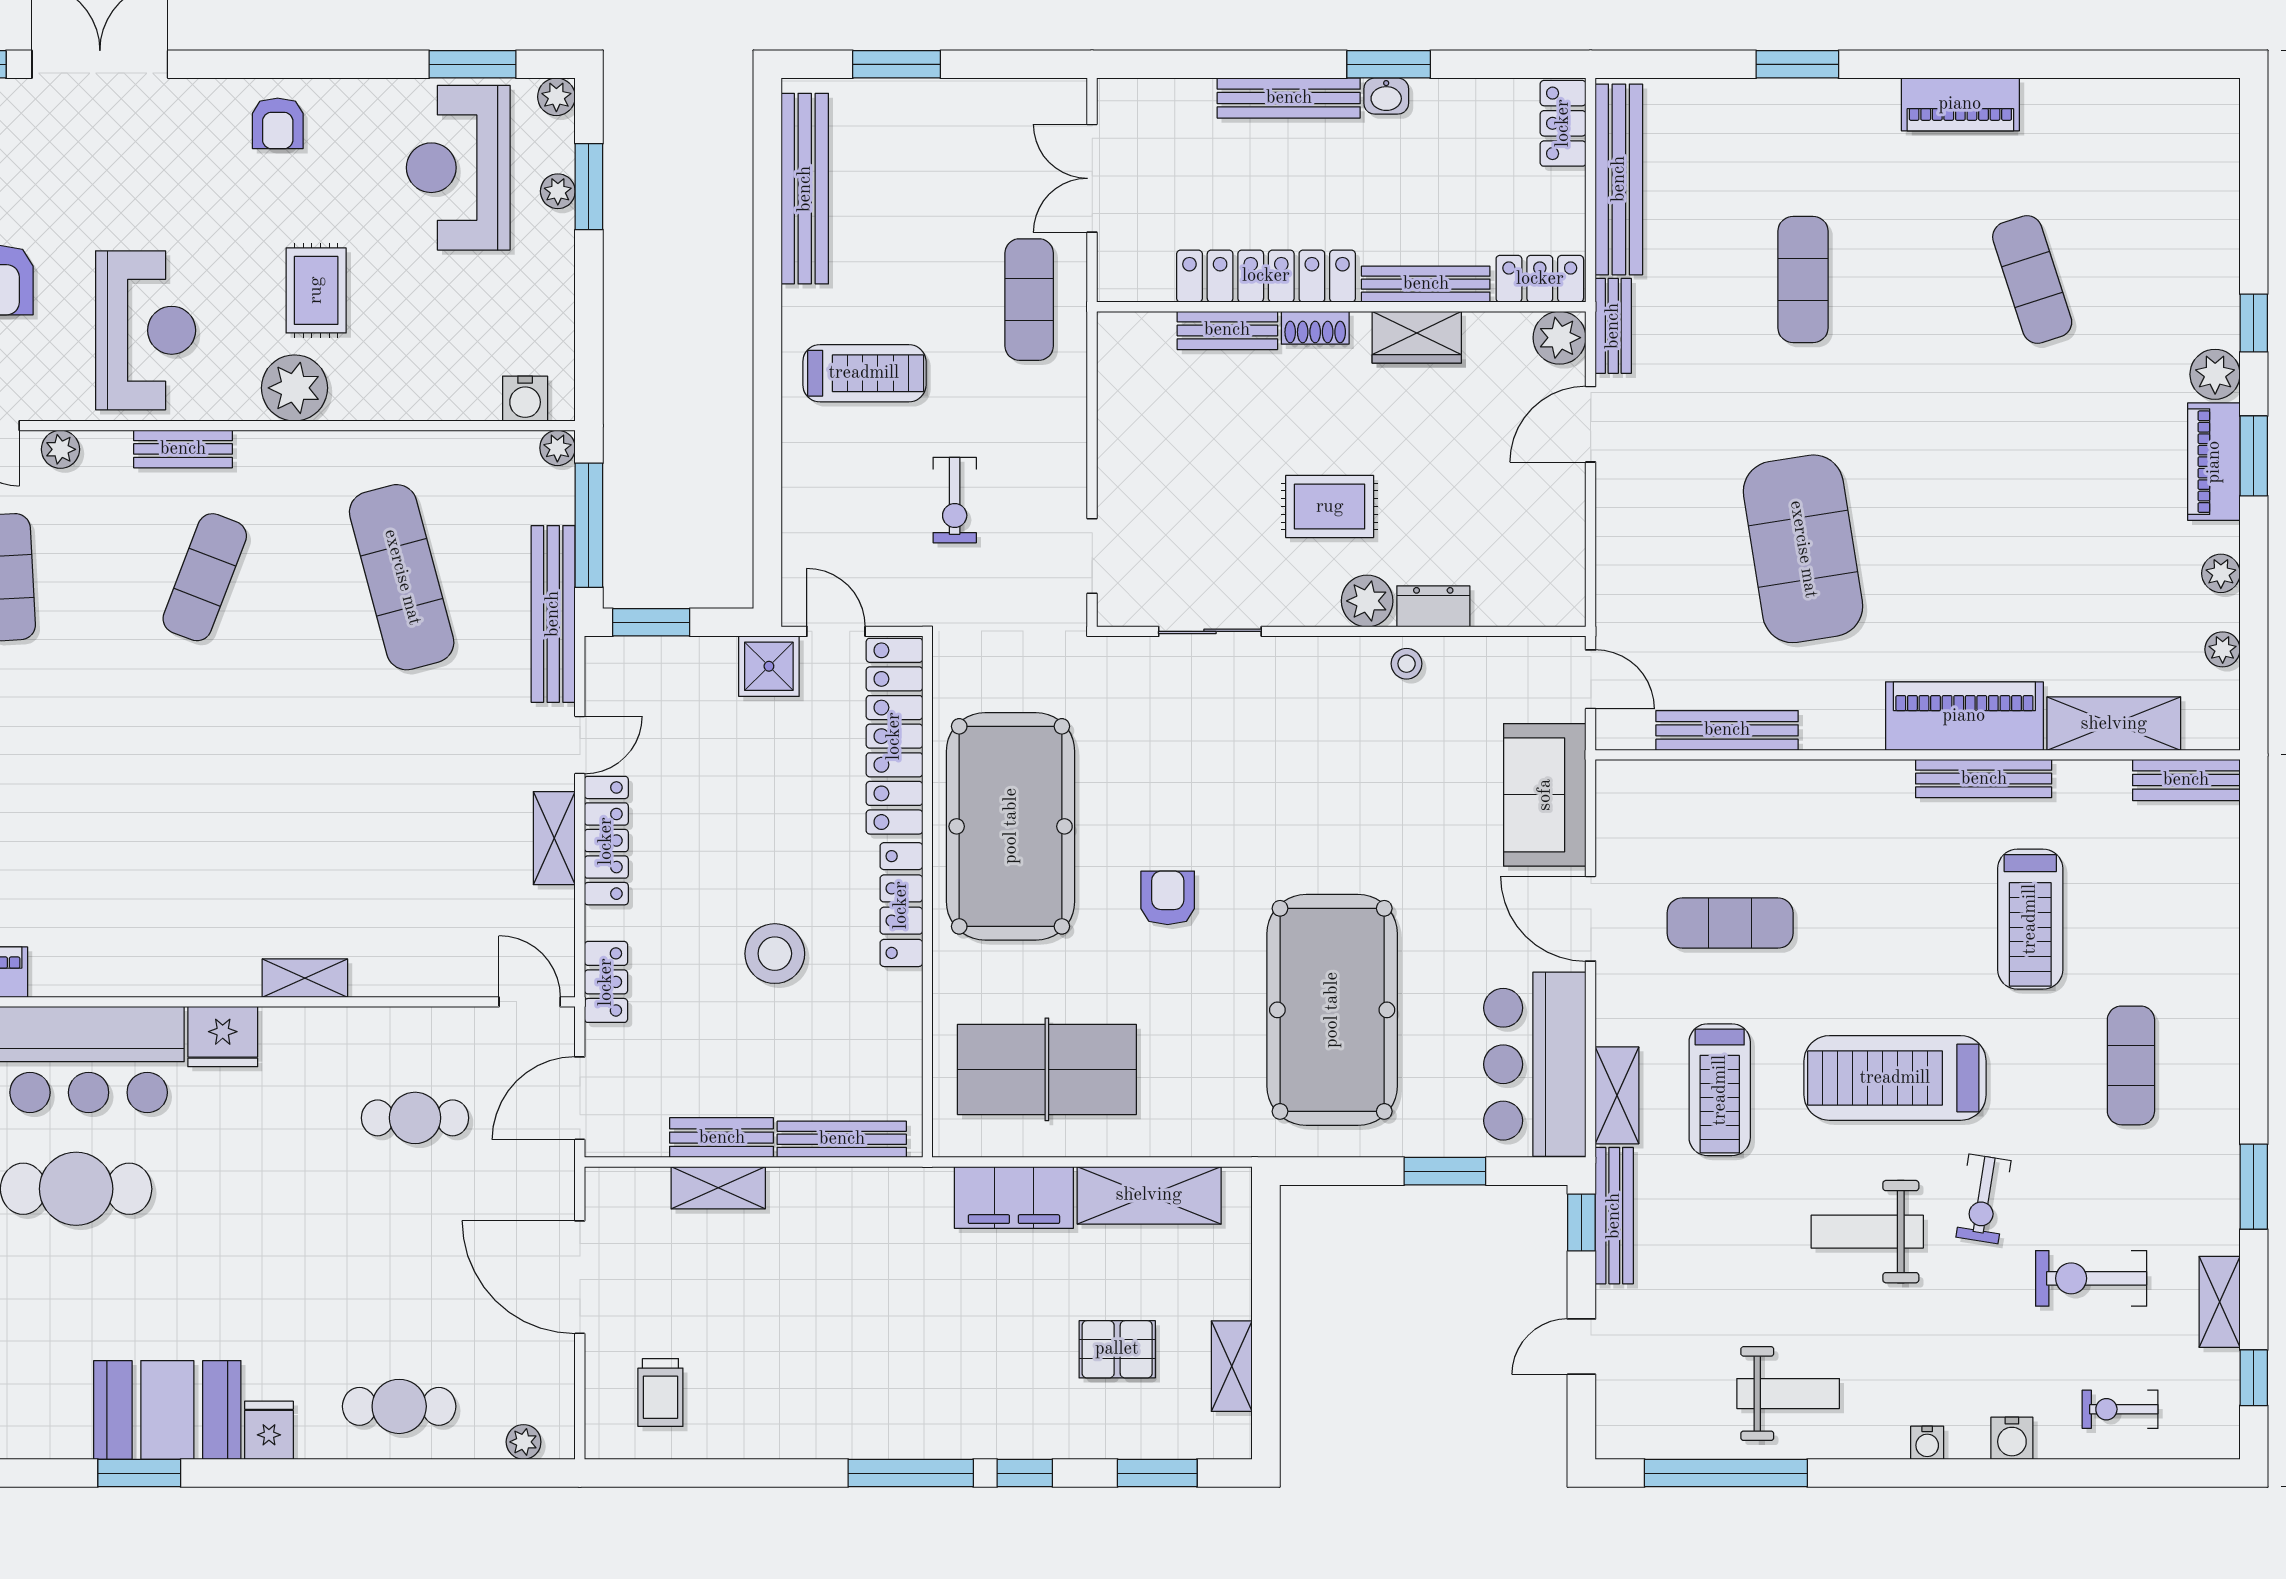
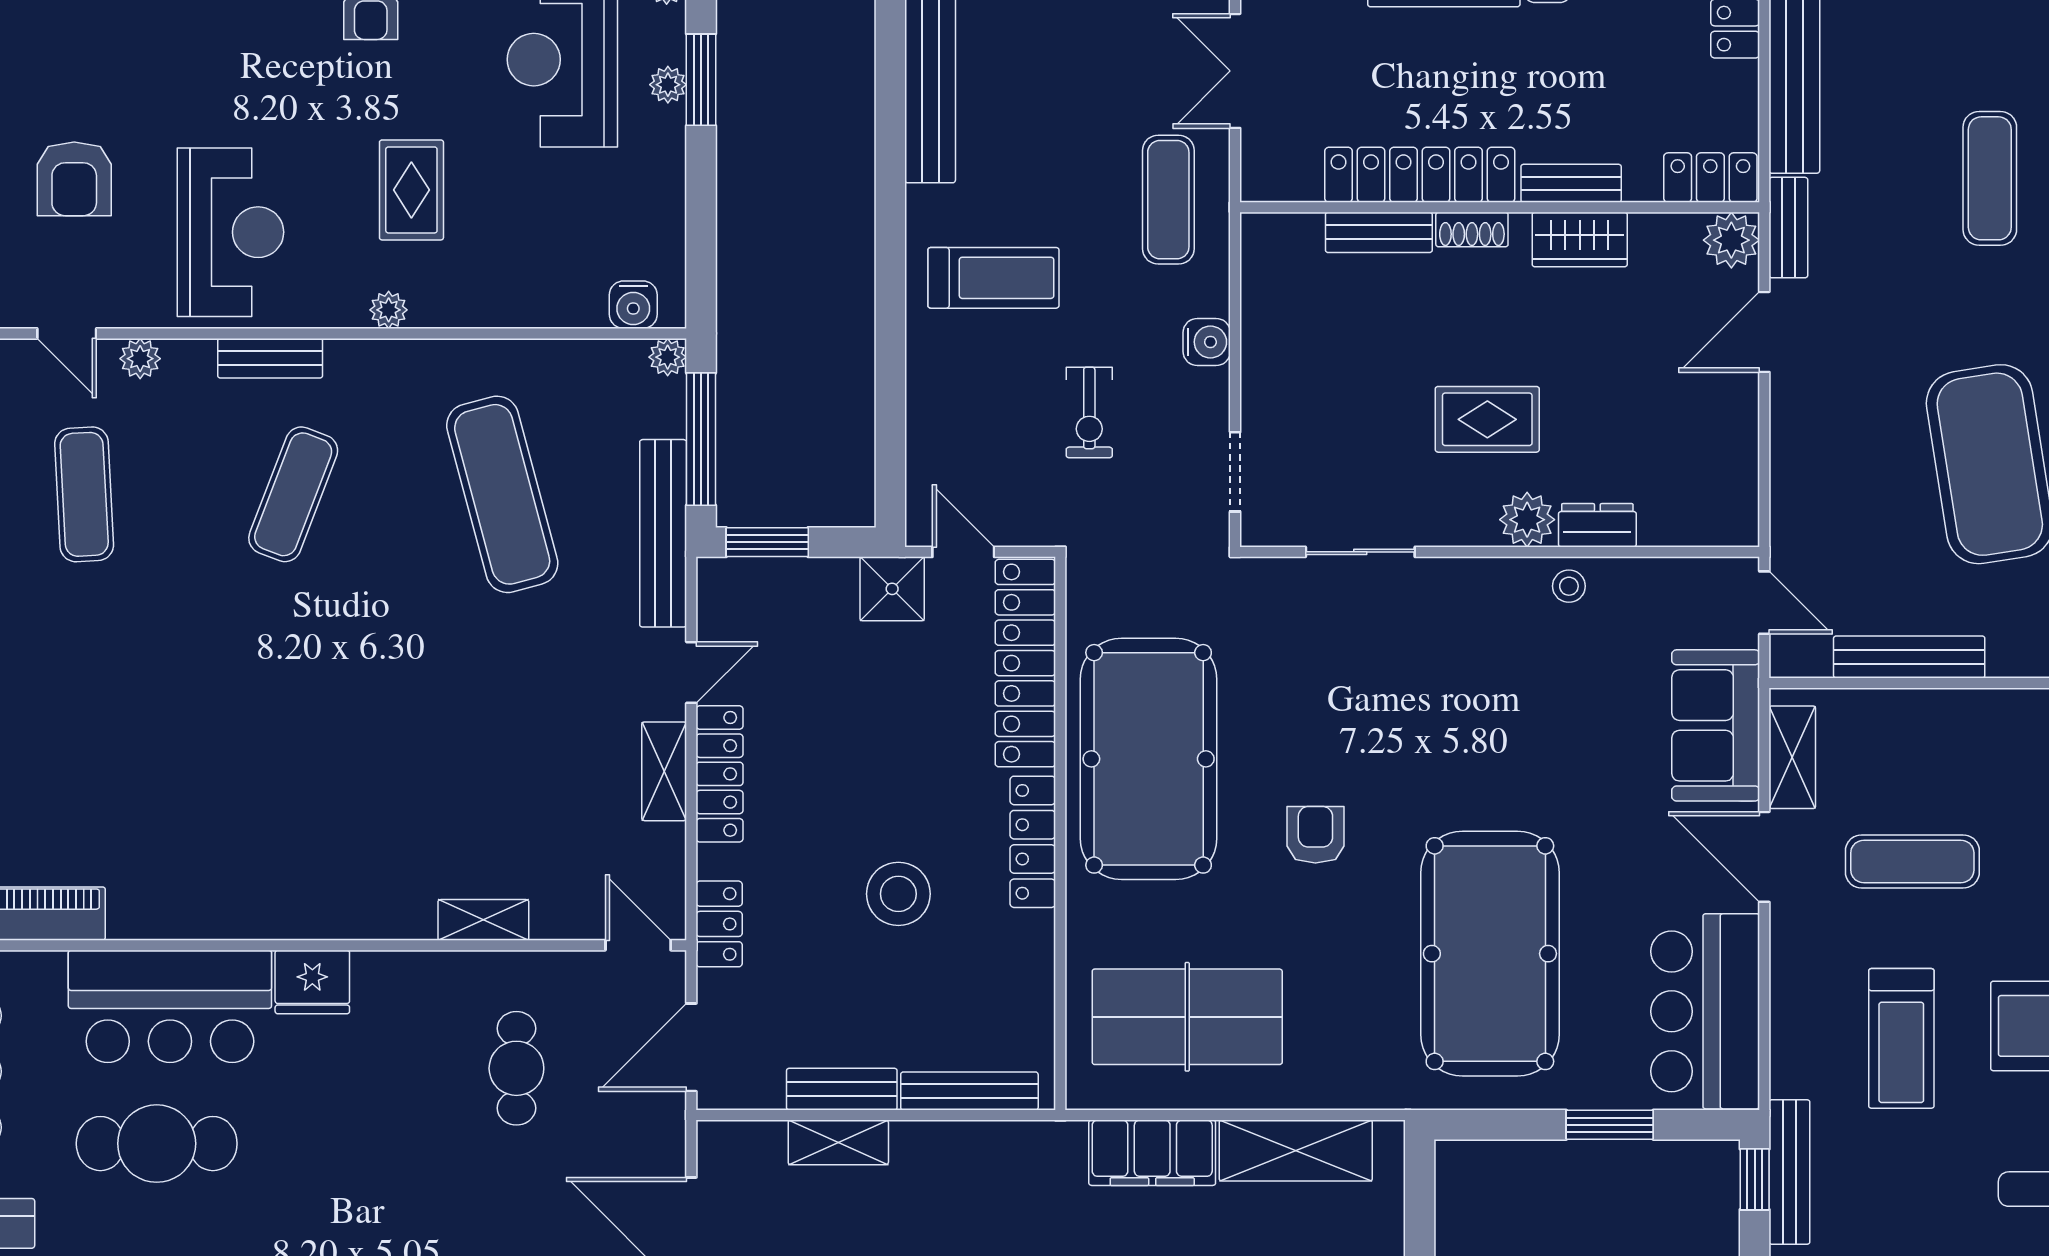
bench: (1426, 284) -> (1571, 183), width x0.73
plant: (294, 388) -> (389, 310), width x0.53, depth x0.53
water cooler: (1065, 434) -> (1207, 342), added
shelving: (305, 978) -> (483, 920), moved
shelving: (1617, 1095) -> (1792, 757), moved
cafe table: (415, 1118) -> (516, 1068), turned 90

